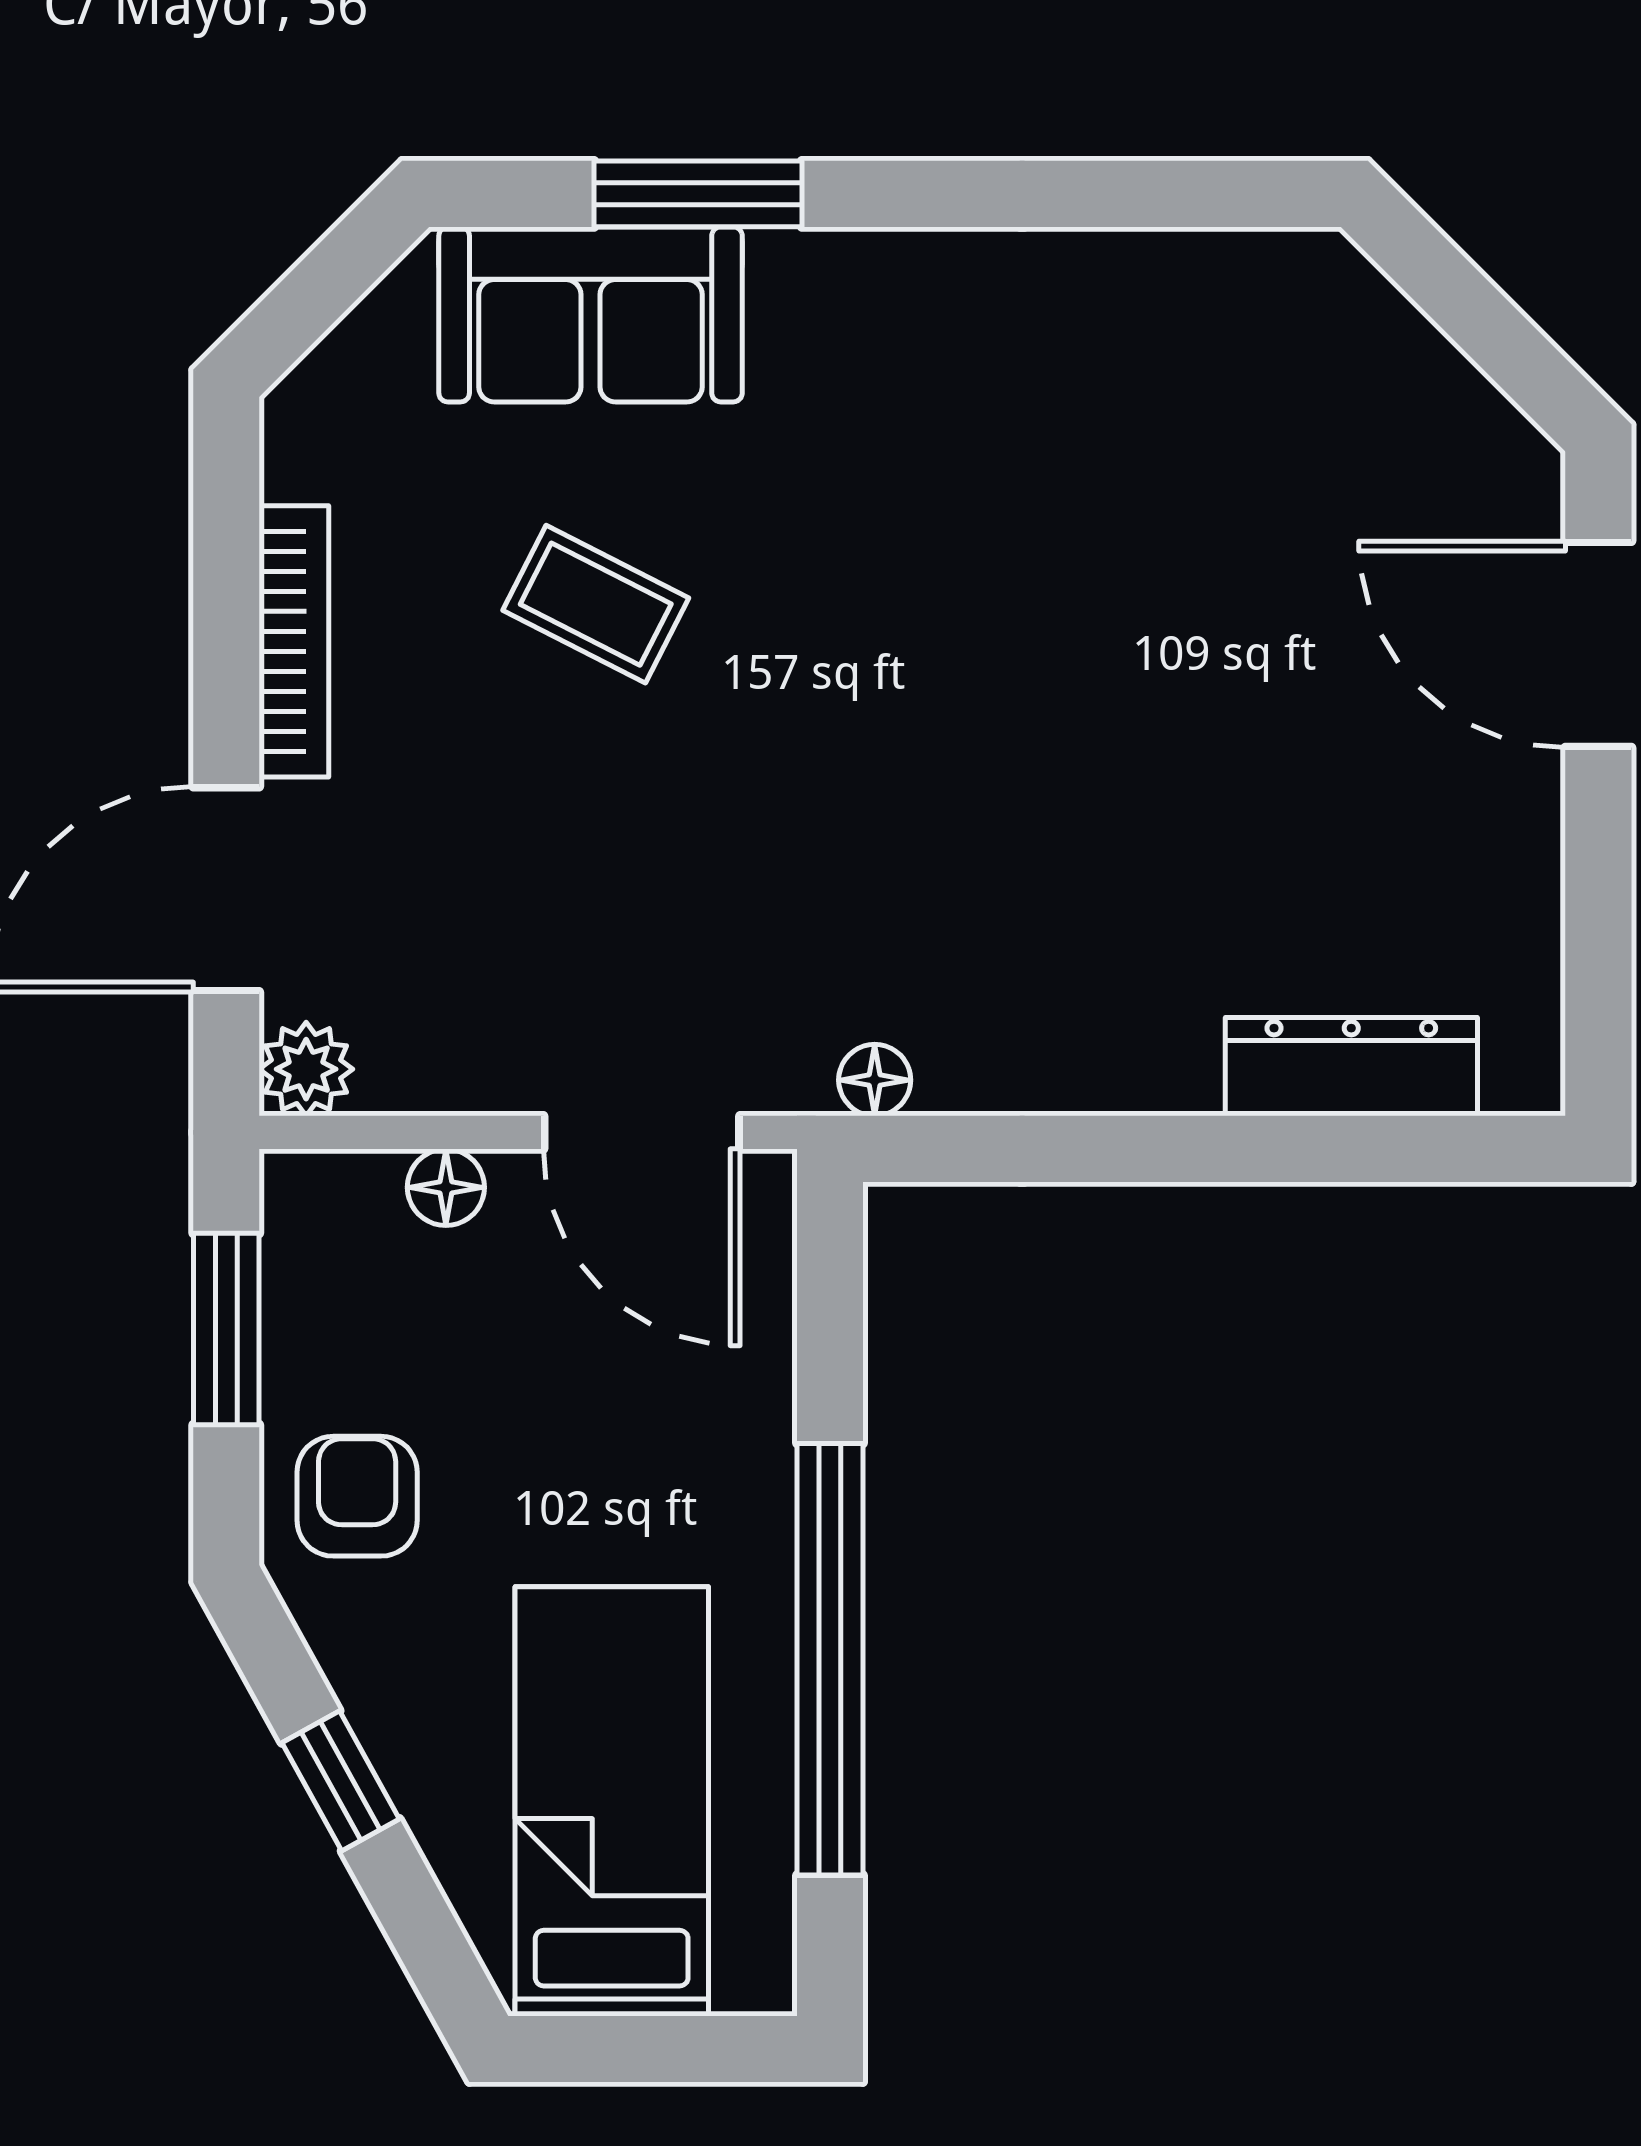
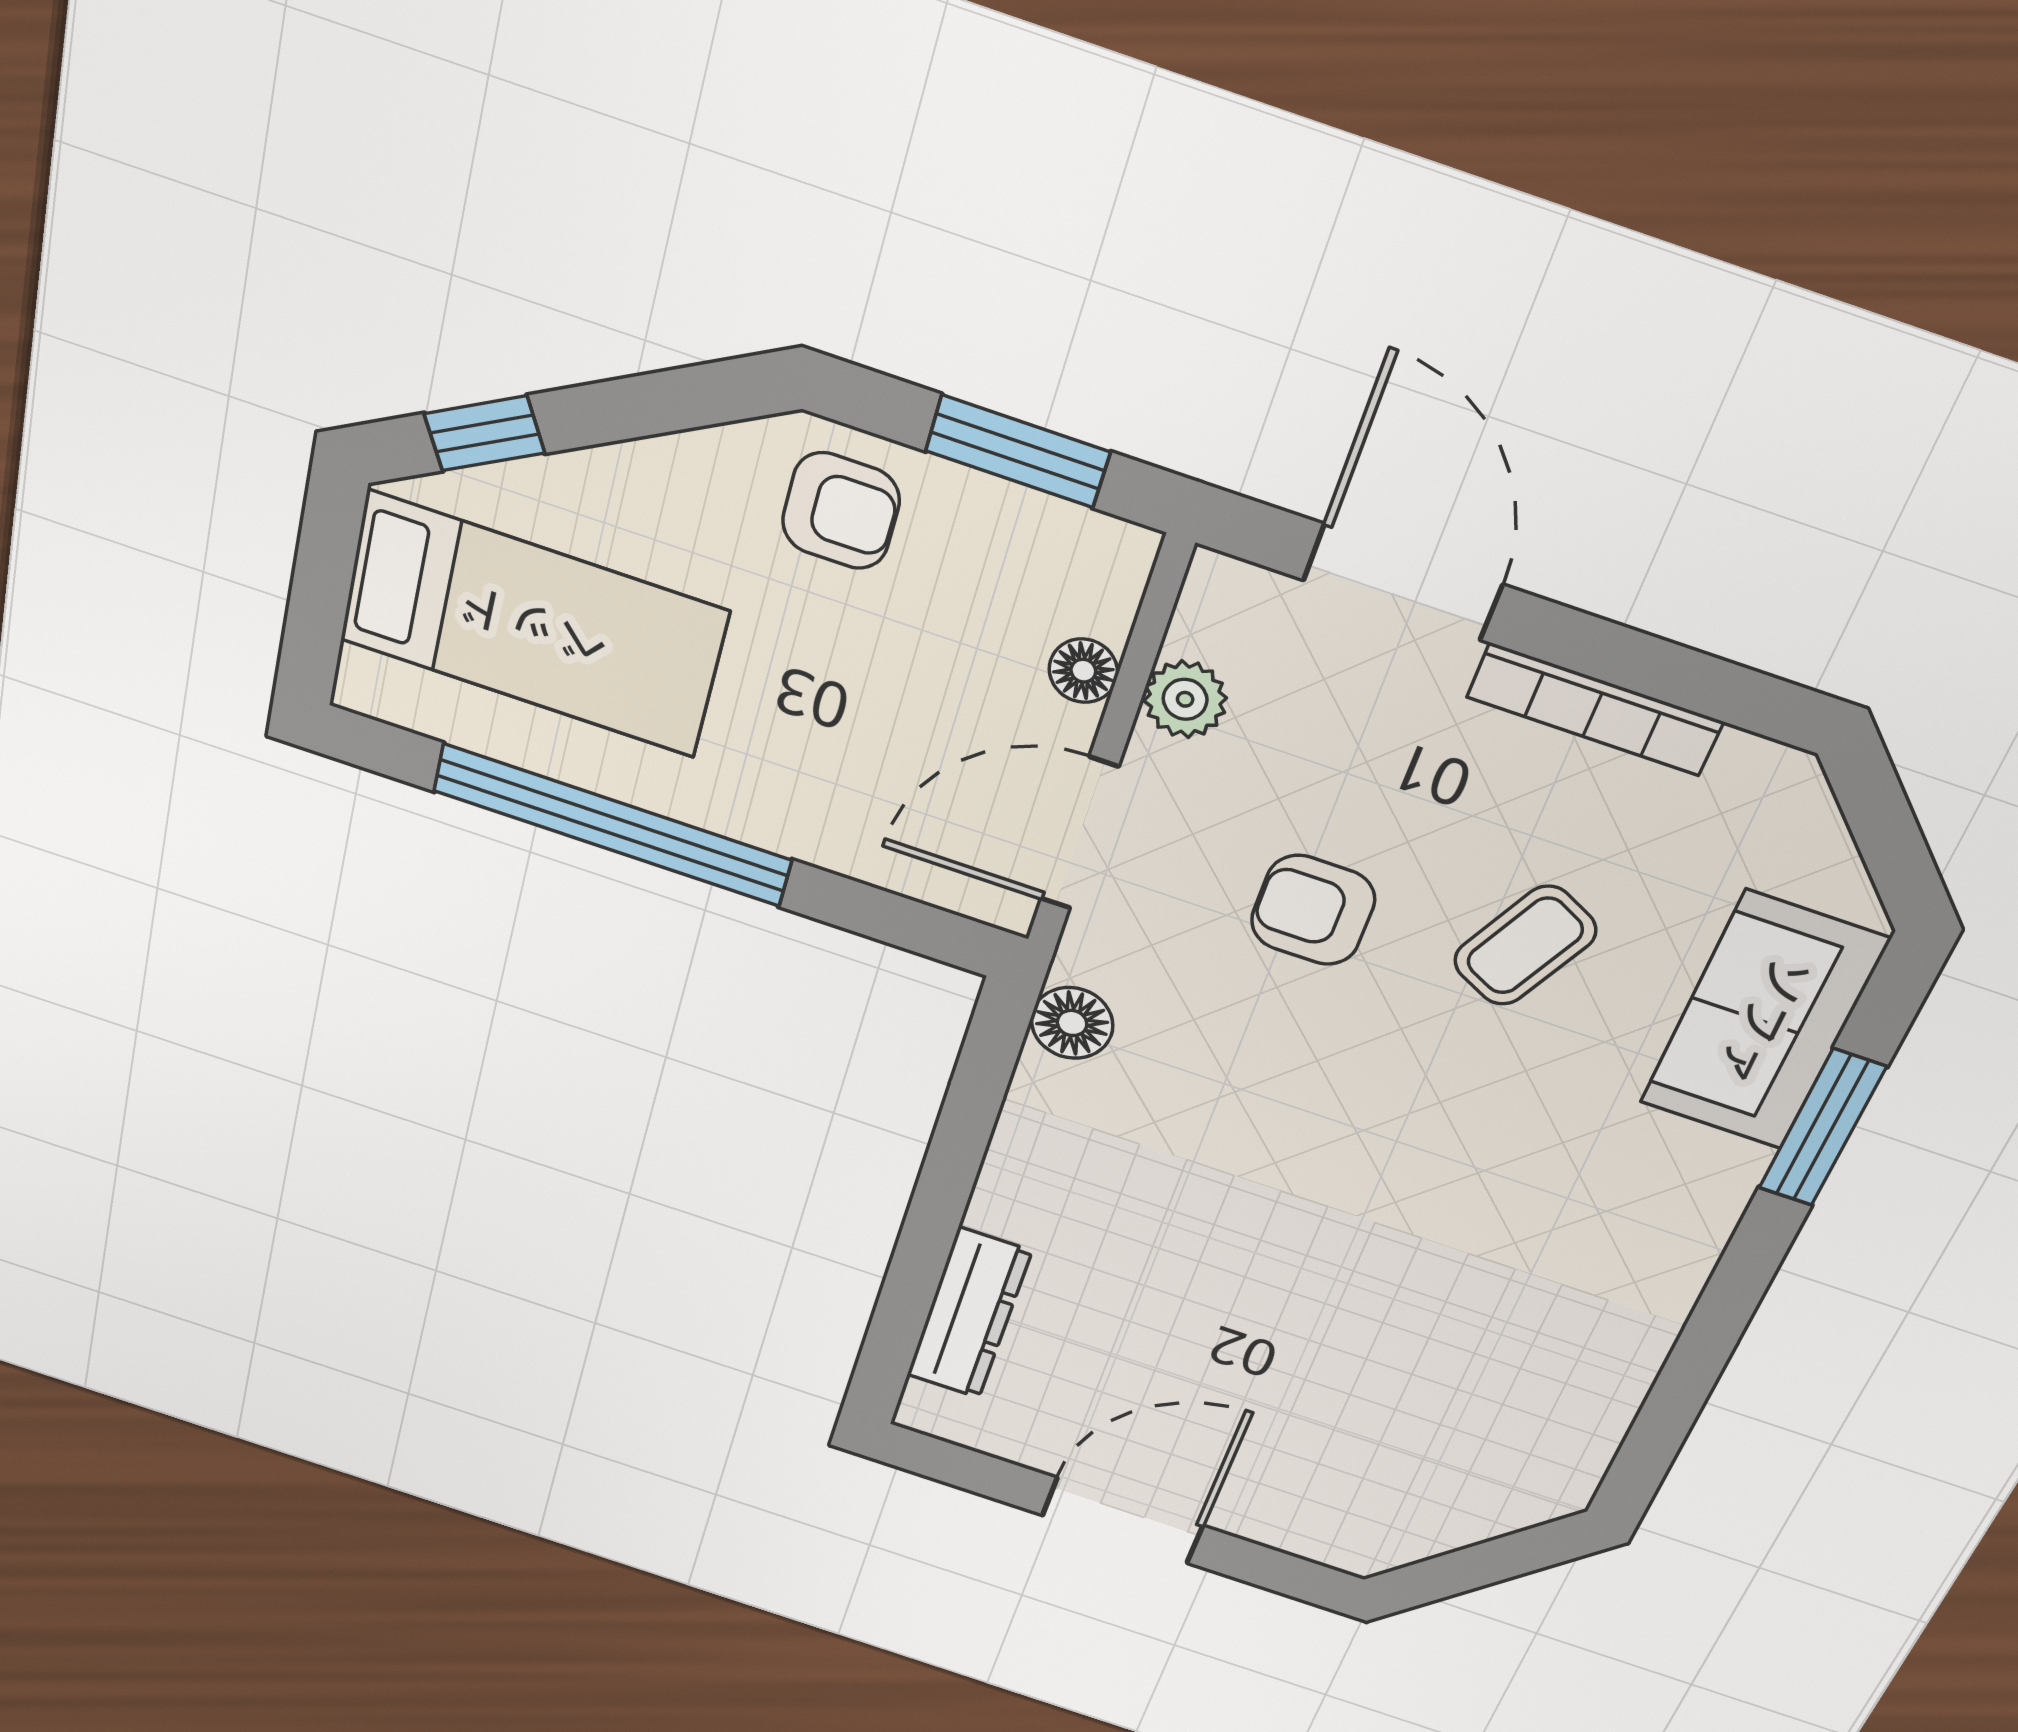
door: (1598, 644) -> (1123, 1520), moved
armchair: (640, 847) -> (1313, 910), added
plant: (306, 1069) -> (1185, 699), moved
floor lamp: (875, 1080) -> (1072, 1023), width x1.37, depth x1.37
window: (341, 1781) -> (484, 433), moved

